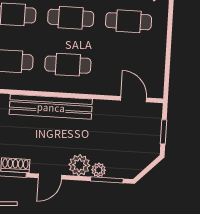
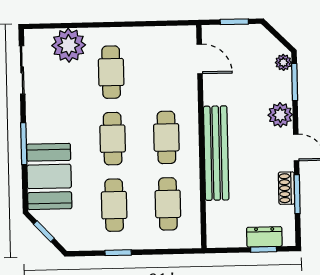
door: (134, 99) -> (200, 59), swing flipped
plant: (99, 170) -> (283, 62), moved

